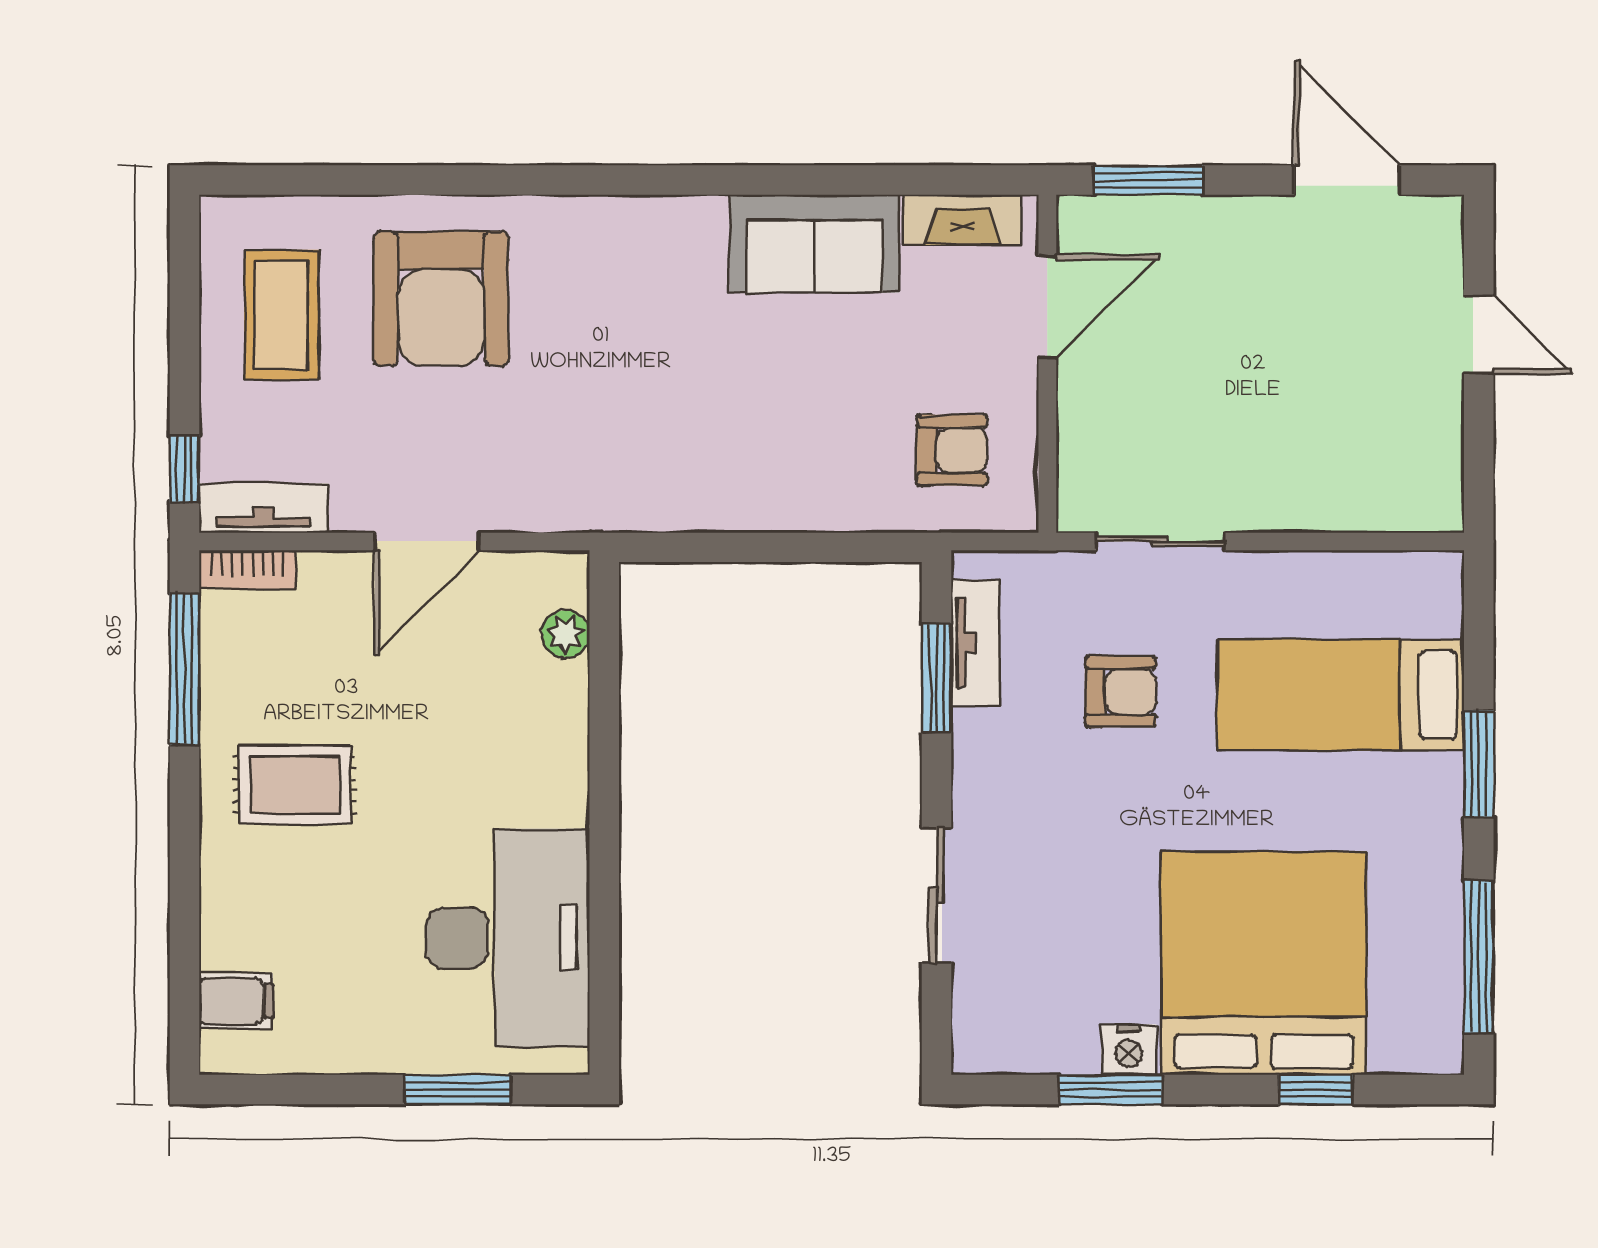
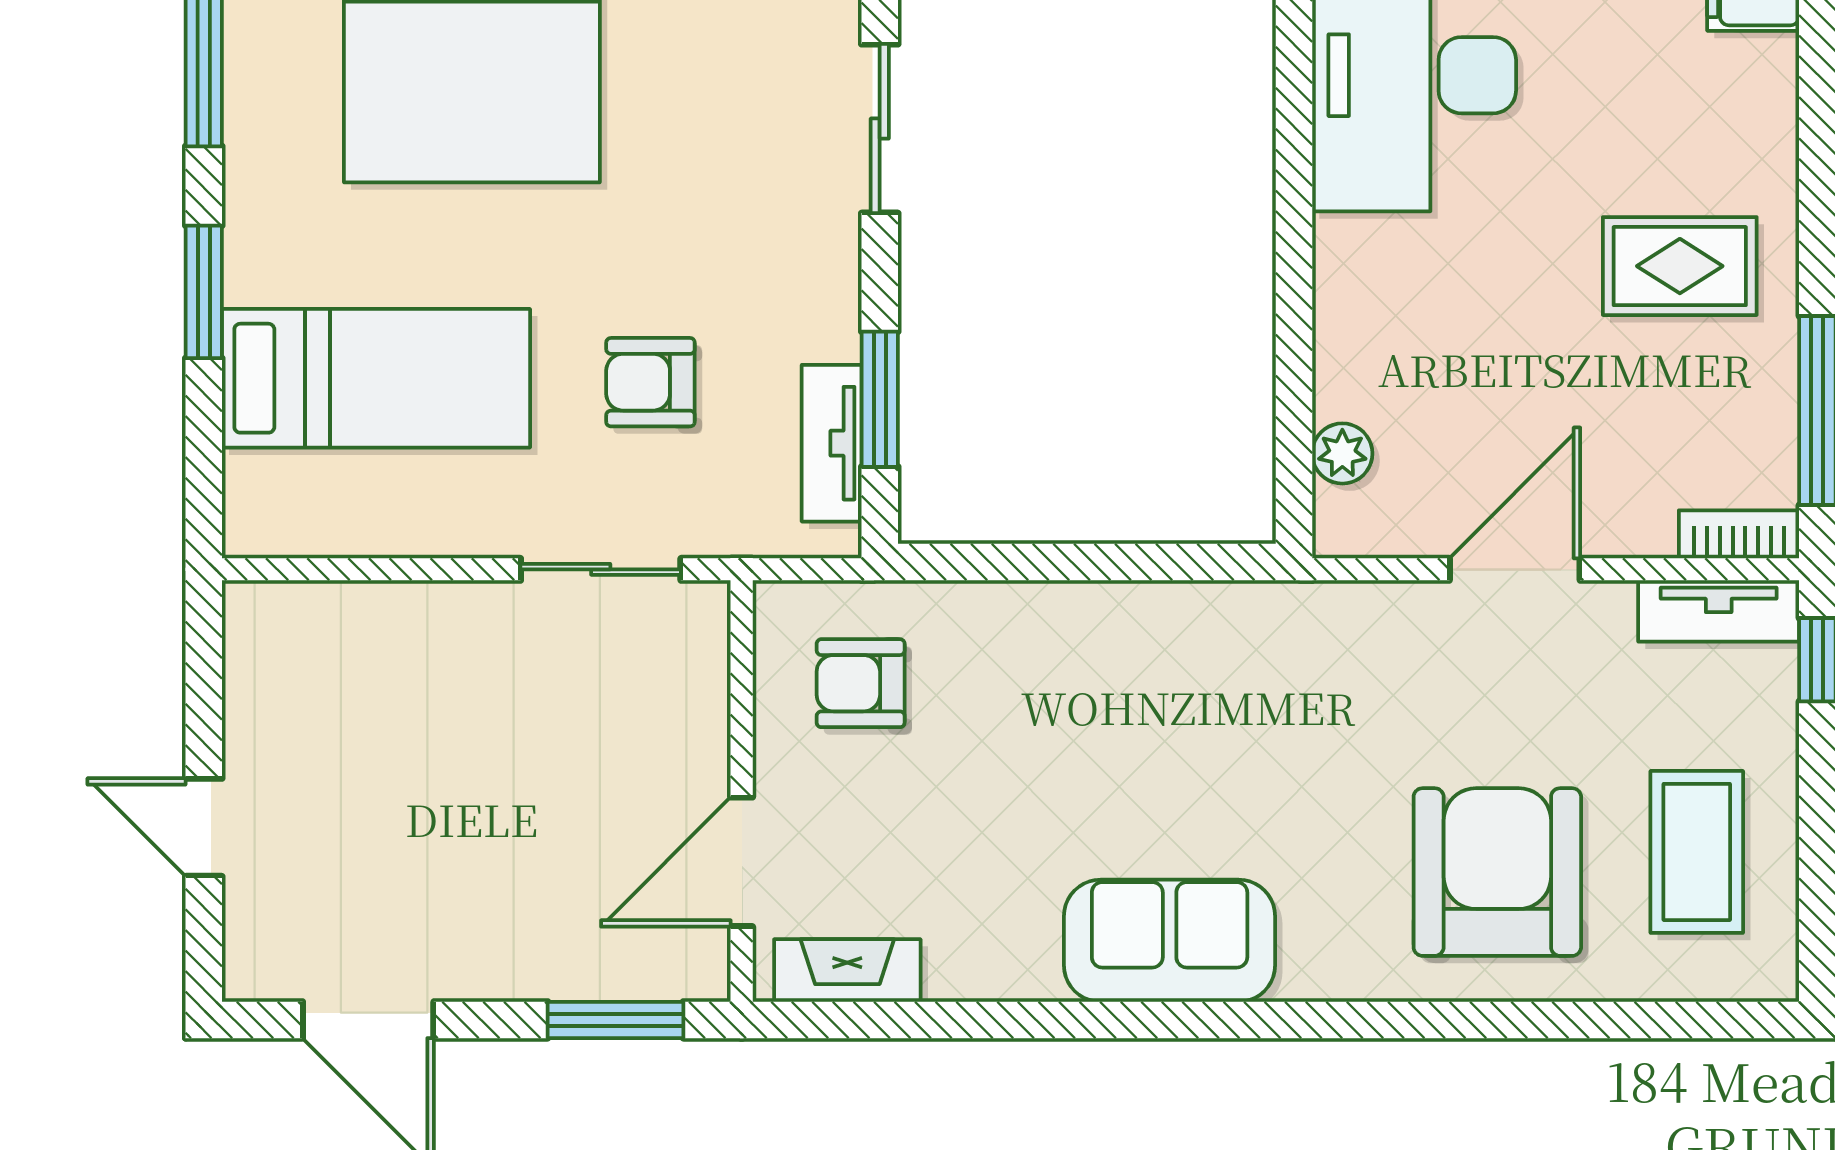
sofa: (814, 244) -> (1170, 941), moved

